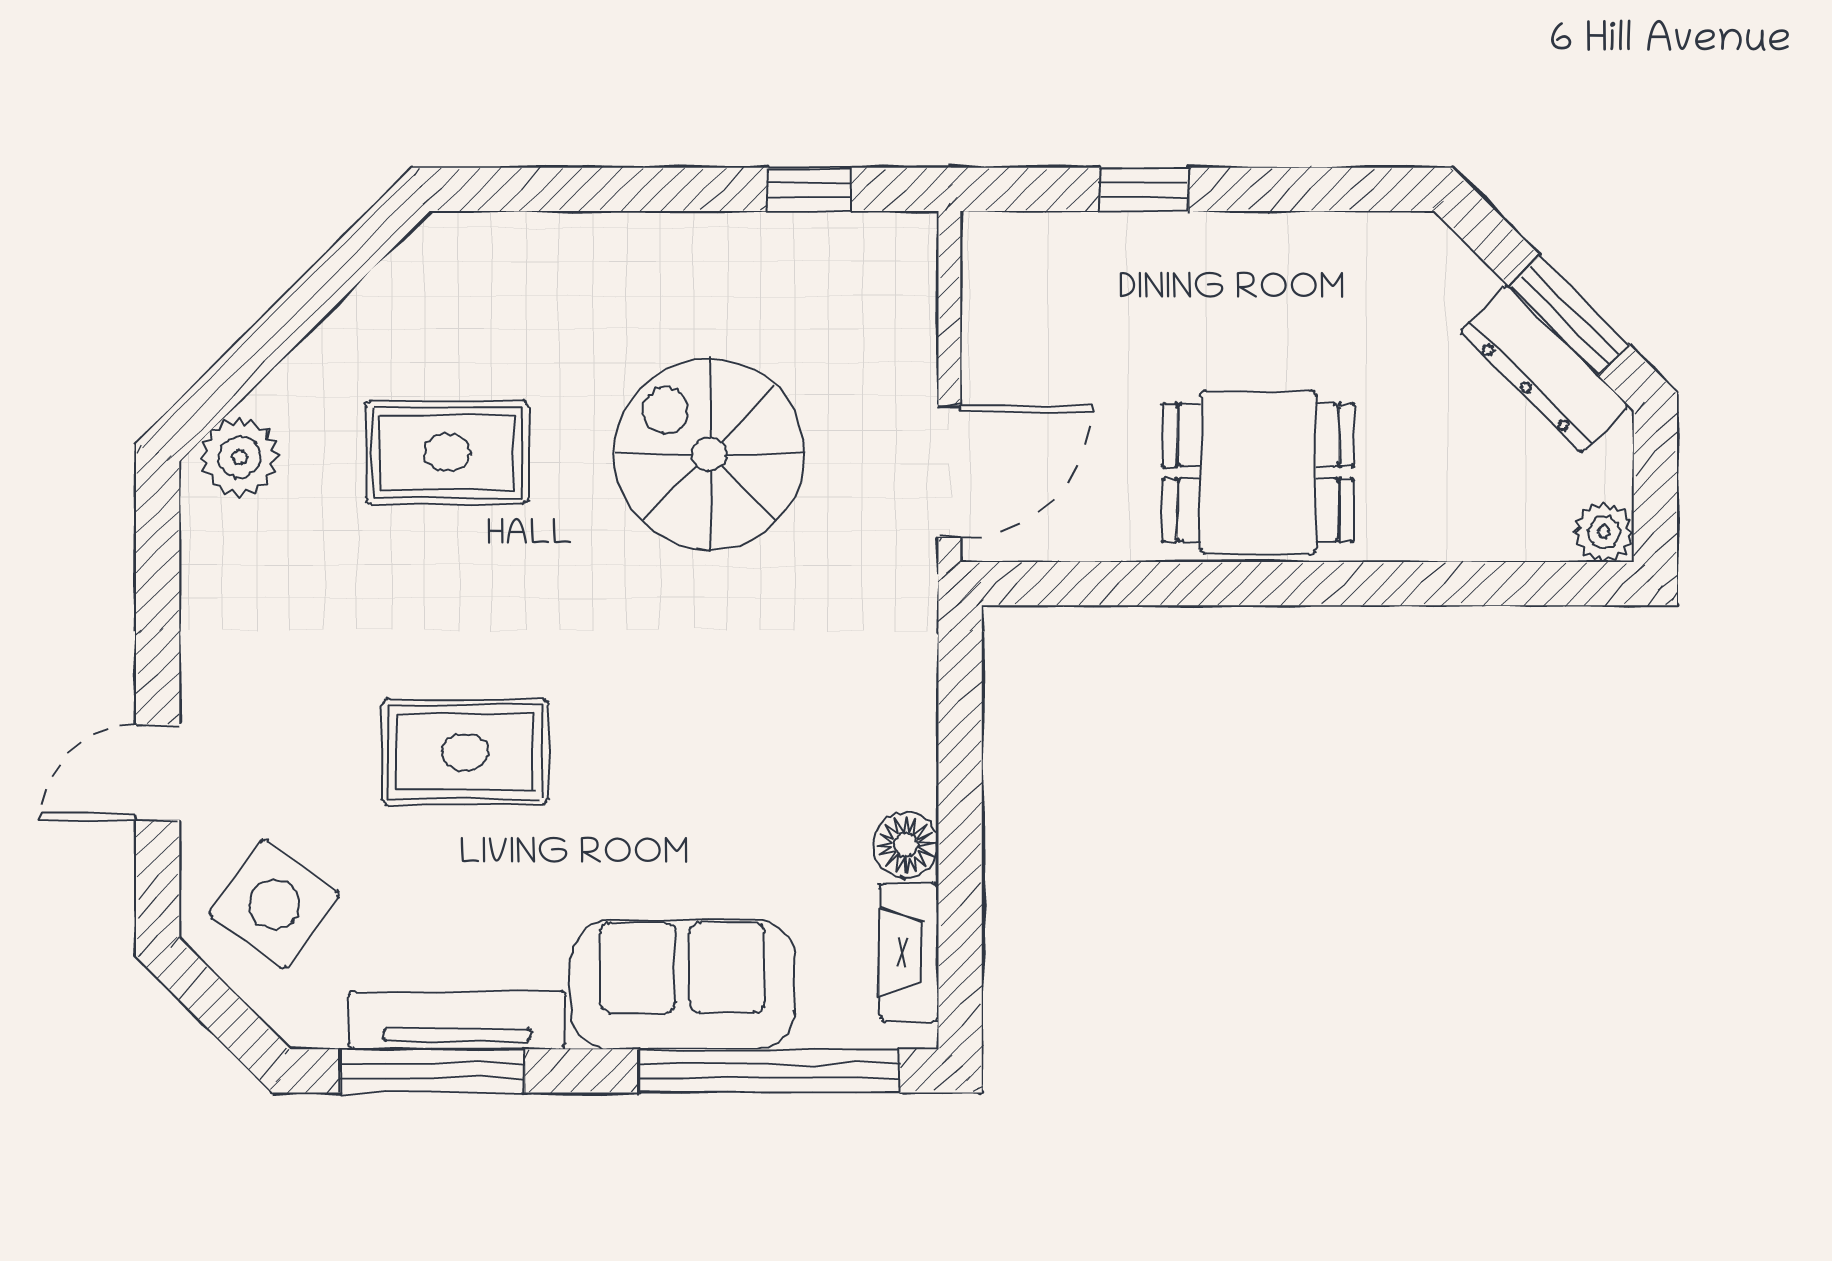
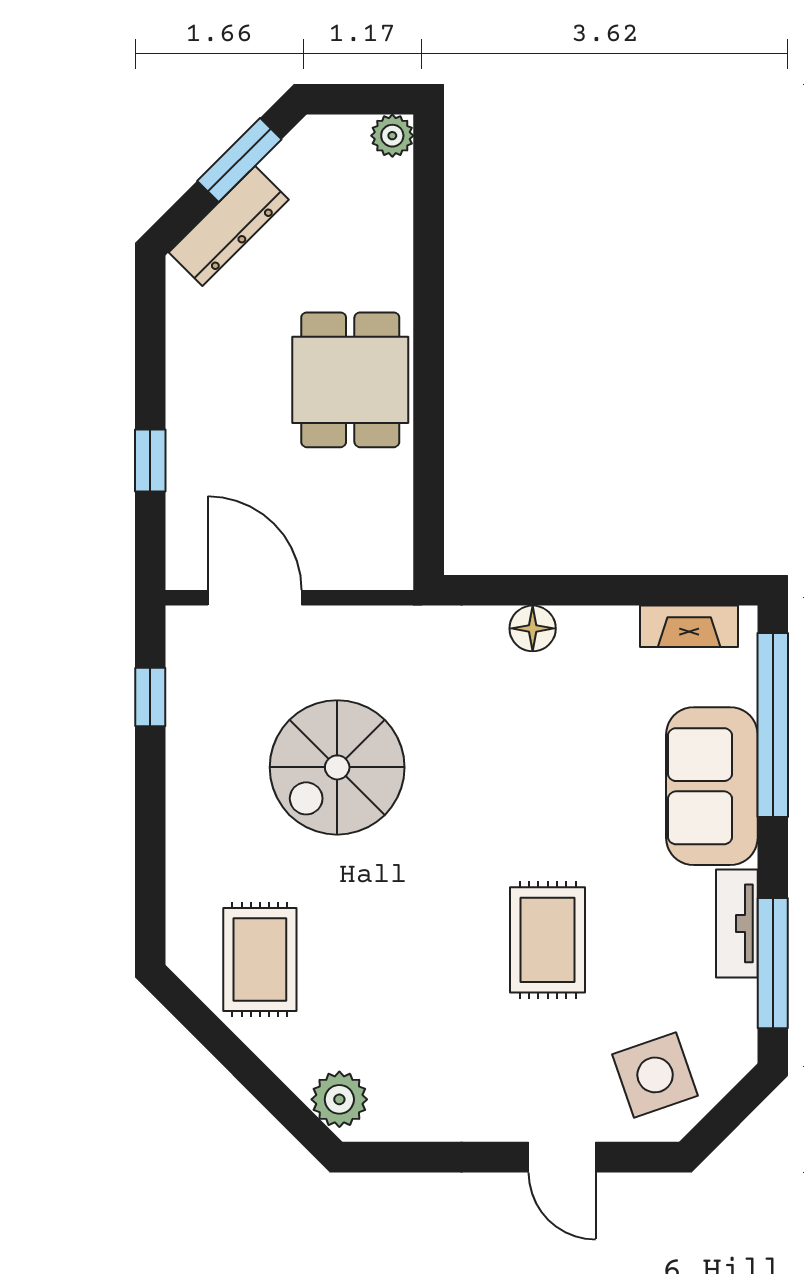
dresser: (1544, 369) -> (229, 226), moved
rug: (447, 453) -> (260, 959), moved
door: (949, 472) -> (255, 598), moved
floor lamp: (906, 845) -> (533, 628), moved
side table: (274, 904) -> (655, 1075), turned 35
tv unit: (457, 1020) -> (737, 923), width x0.71

